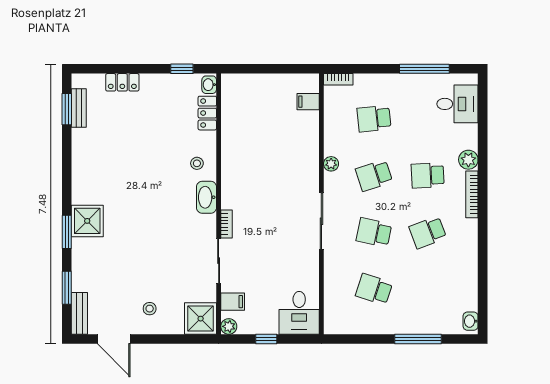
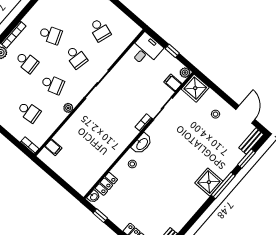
window: (67, 232) -> (223, 185), width x1.44

